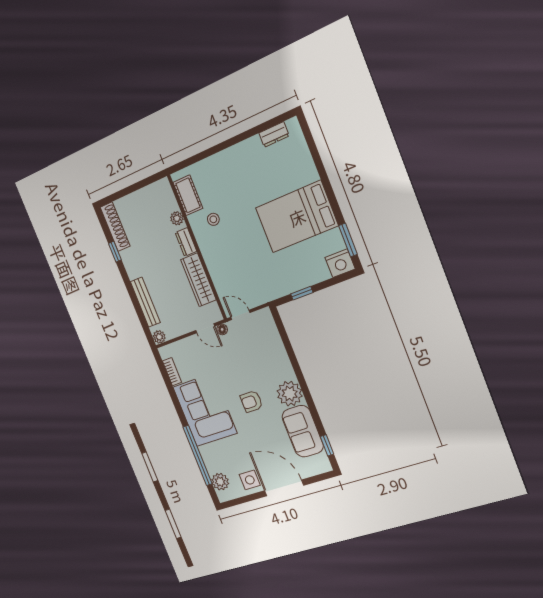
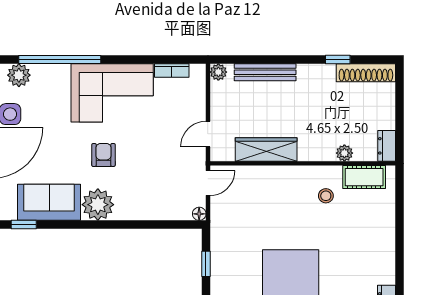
dresser: (186, 242) -> (387, 146), moved, turned -90
floor lamp: (222, 329) -> (199, 214), moved

